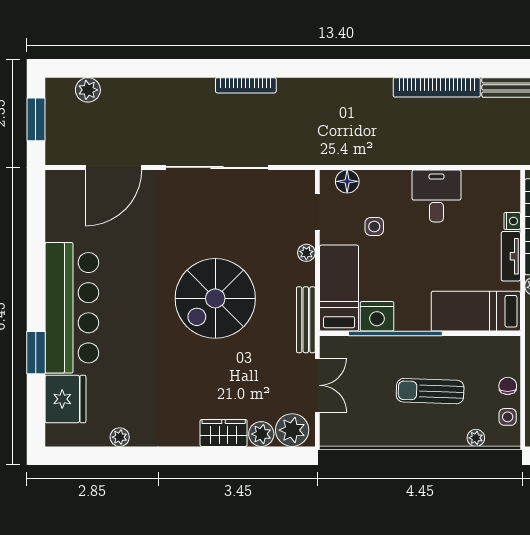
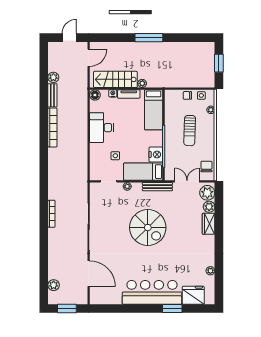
floor lamp: (347, 181) -> (95, 95), moved
desk: (436, 196) -> (102, 128), width x1.37
chair: (350, 428) -> (206, 166), added

